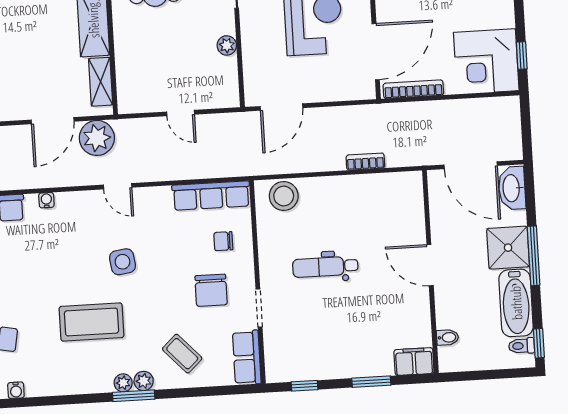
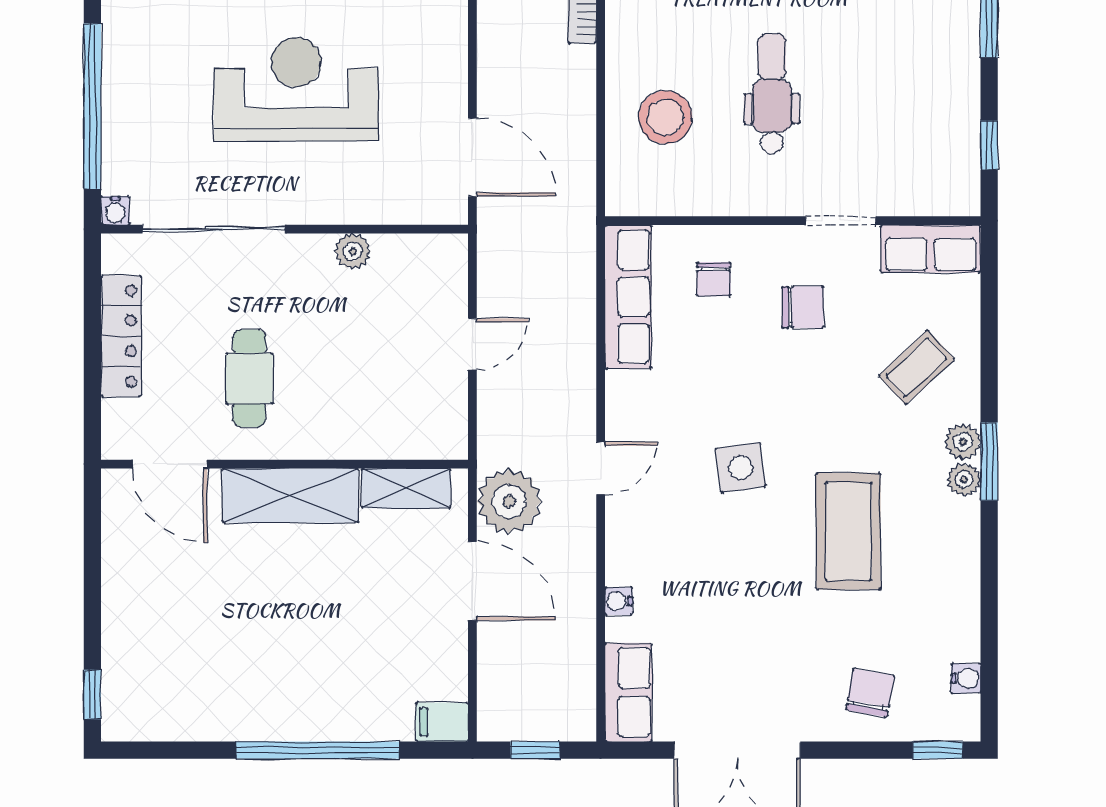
stool: (284, 196) -> (665, 117), moved
dental chair: (325, 267) -> (772, 94), turned 180
chair: (211, 290) -> (803, 307), width x0.73, depth x0.73

